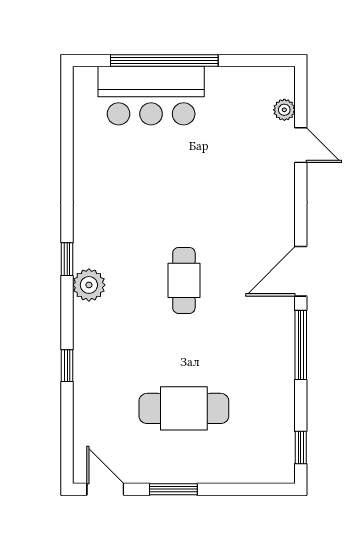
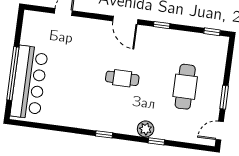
bar counter: (151, 96) -> (29, 82), width x1.36
plant: (284, 110) -> (45, 18), removed
plant: (89, 285) -> (146, 129), moved
window: (301, 345) -> (162, 25), width x0.46

